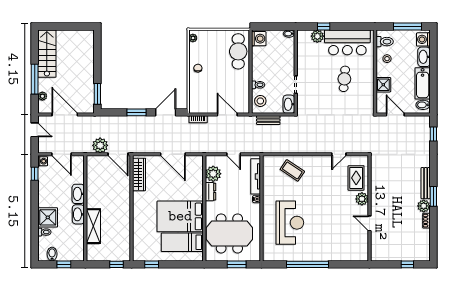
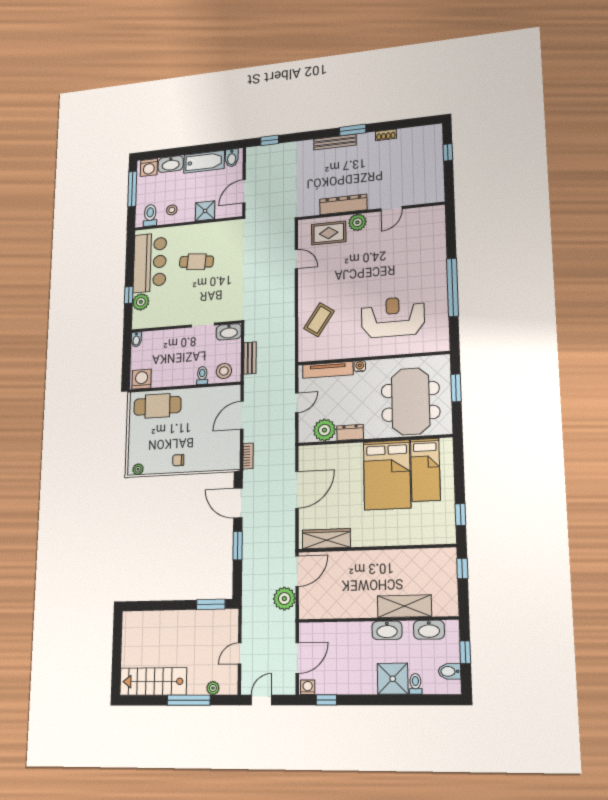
door: (65, 115) -> (240, 653), width x0.53
dresser: (377, 189) -> (343, 204), added
washbasin: (78, 194) -> (429, 630), moved
plant: (424, 206) -> (366, 141), removed

